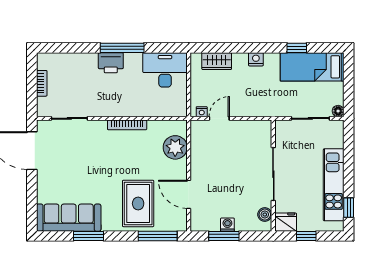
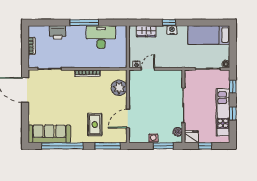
window: (297, 48) -> (169, 23), moved
printer: (111, 63) -> (58, 32), moved
desk: (165, 70) -> (101, 37), moved
window: (349, 145) -> (233, 87), added
door: (189, 194) -> (128, 119), hinge flipped
rug: (138, 203) -> (95, 125), width x0.73, depth x0.70
window: (349, 208) -> (233, 113), moved
window: (89, 236) -> (62, 146), width x2.11
window: (224, 236) -> (163, 146), moved

